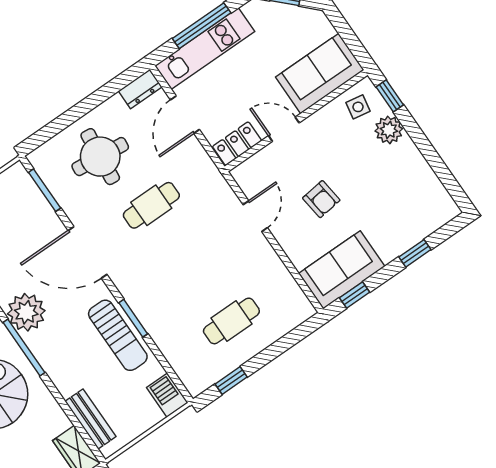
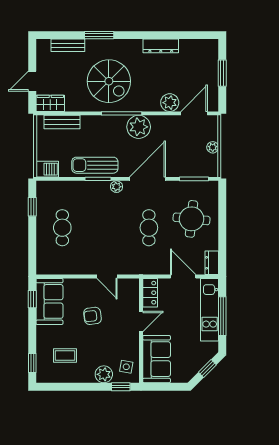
coffee table: (400, 199) -> (65, 356), added
window: (415, 253) -> (32, 363), moved
plant: (127, 286) -> (117, 187), added

